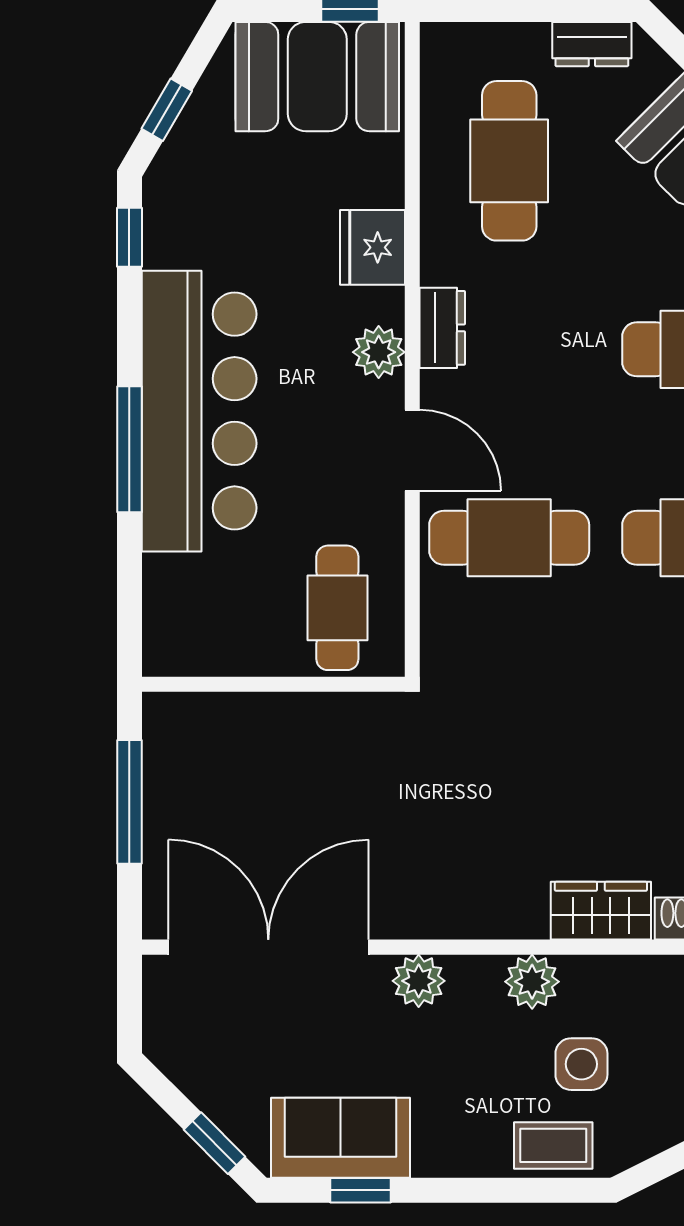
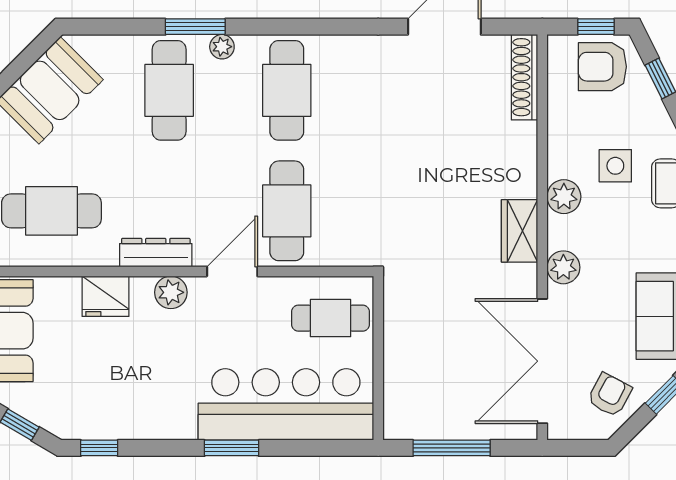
dresser: (442, 328) -> (156, 253), width x1.44
bar counter: (199, 411) -> (286, 404), moved
window: (129, 449) -> (232, 448), width x0.69
wardrobe: (601, 911) -> (520, 231), moved
armchair: (214, 1055) -> (610, 395), added

